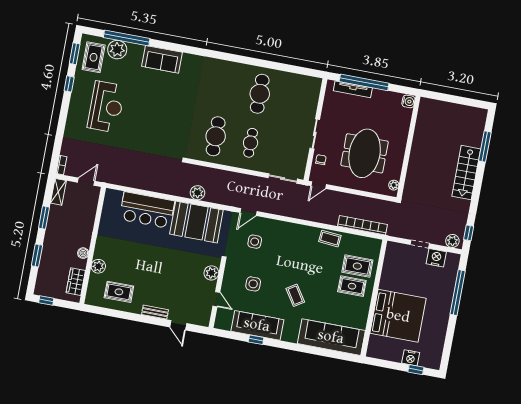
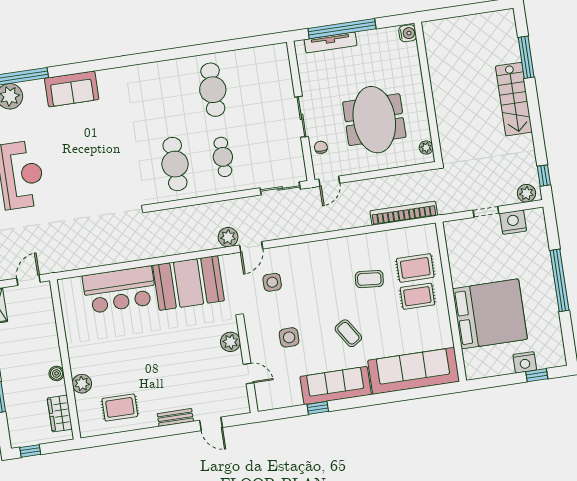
plant: (197, 193) -> (228, 237), moved
coffee table: (330, 239) -> (369, 279), moved
window: (458, 293) -> (560, 280), moved
sofa: (257, 325) -> (336, 386), moved

